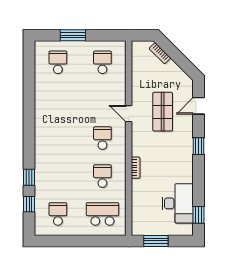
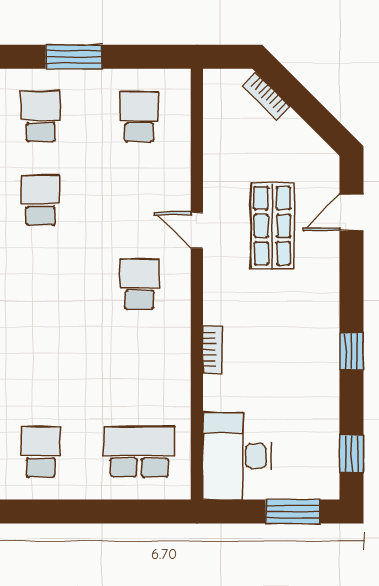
window: (198, 146) -> (351, 351), moved
school desk: (102, 176) -> (41, 200), moved
desk: (178, 203) -> (237, 456), moved, turned 180
window: (156, 241) -> (293, 512), moved

